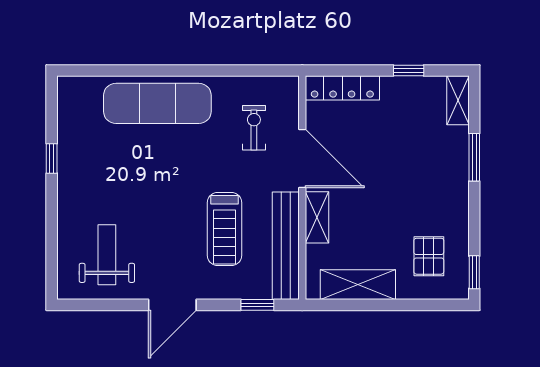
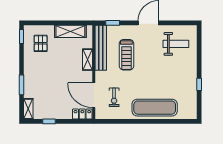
locker: (342, 88) -> (82, 114), width x0.66
door: (302, 158) -> (94, 95), moved
treadmill: (224, 229) -> (126, 55), turned 180
weight bench: (107, 255) -> (176, 44), turned -90

